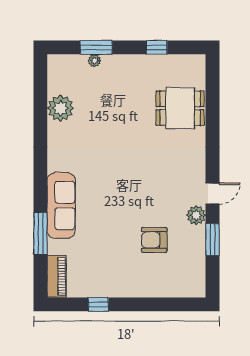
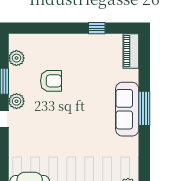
window: (40, 233) -> (144, 108), moved
plant: (196, 268) -> (16, 58), added

